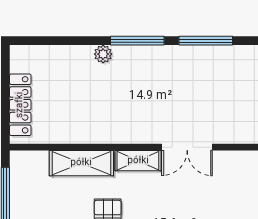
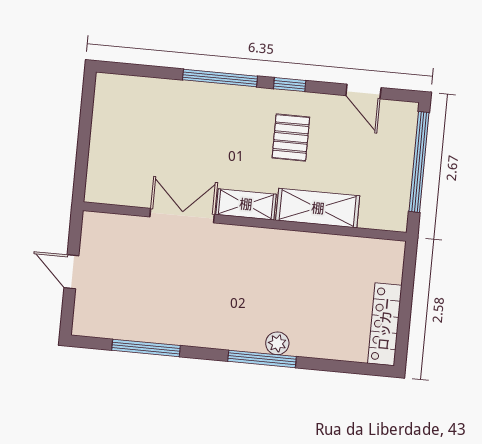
window: (137, 41) -> (262, 359), moved
locker: (20, 105) -> (385, 324), moved

